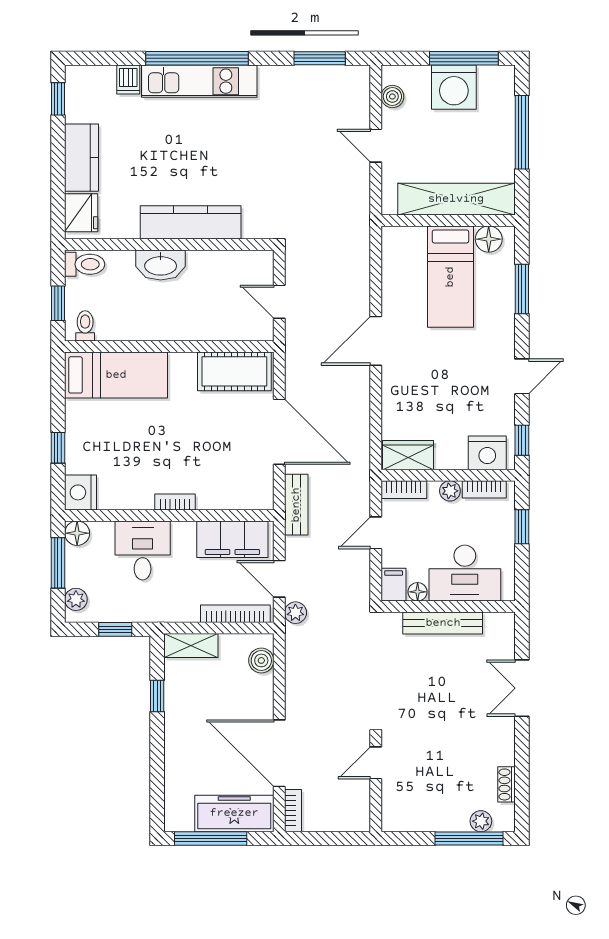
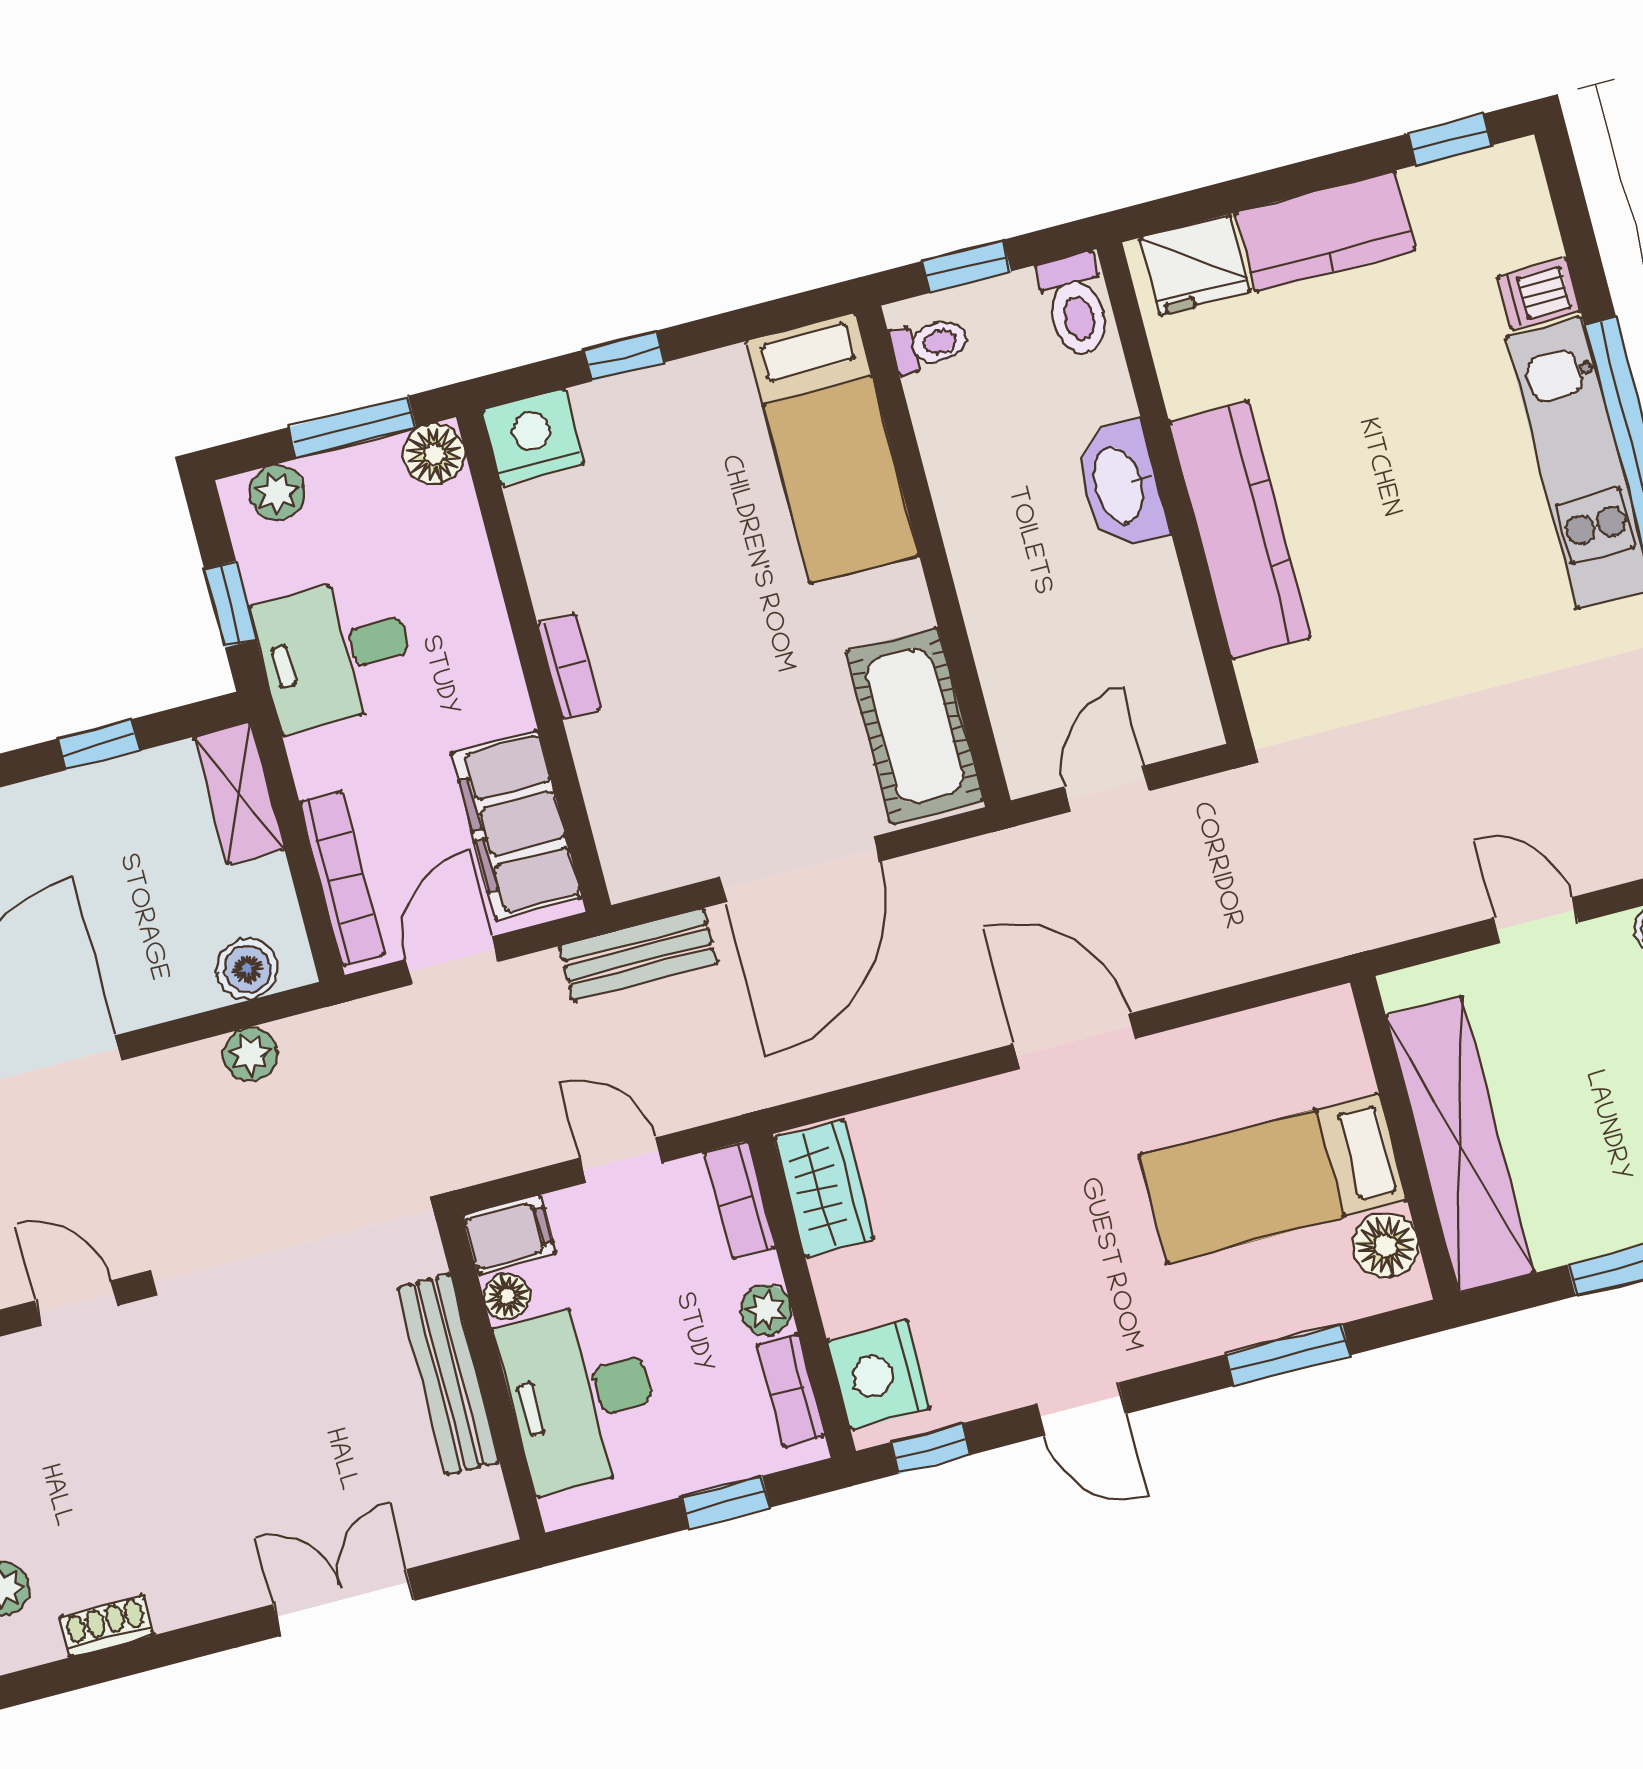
door: (376, 146) -> (1536, 920), hinge flipped
desk: (143, 550) -> (335, 653), moved, turned 180
plant: (295, 613) -> (250, 1055), moved

